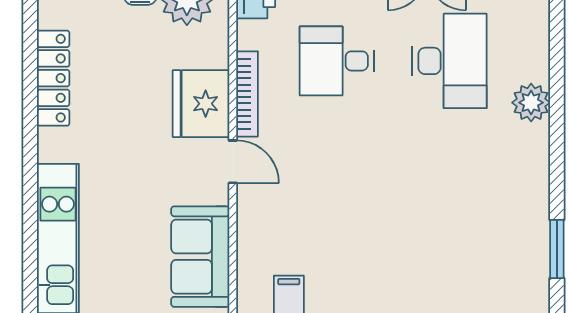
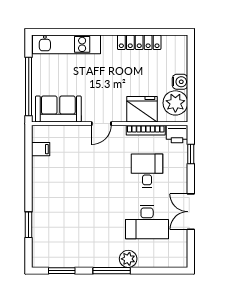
bookcase: (247, 94) -> (146, 130), moved
fridge: (201, 104) -> (142, 109), moved
window: (557, 139) -> (112, 271), added

